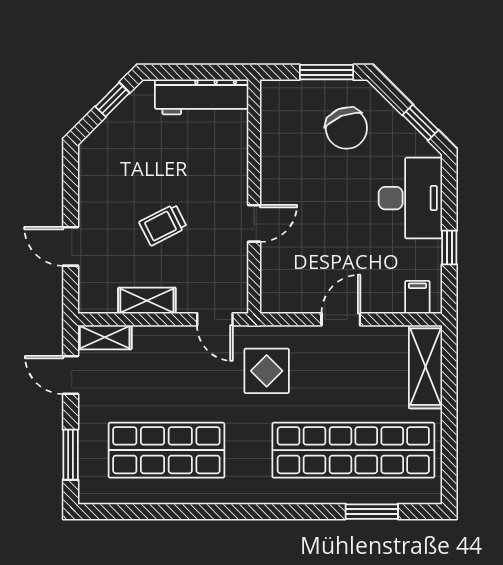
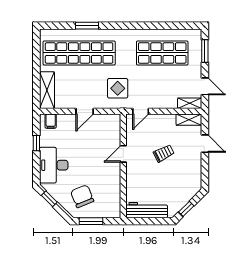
shelving: (147, 301) -> (189, 120), moved
door: (215, 319) -> (141, 111), swing flipped
window: (372, 512) -> (87, 26), moved

